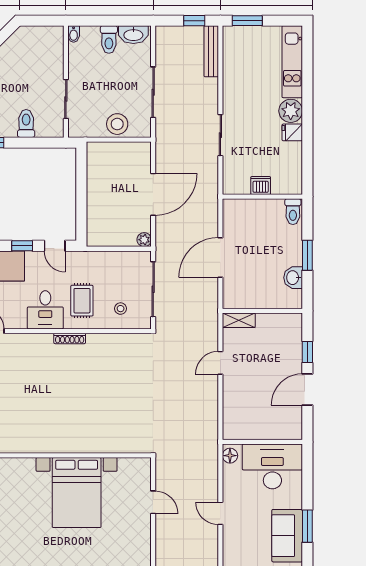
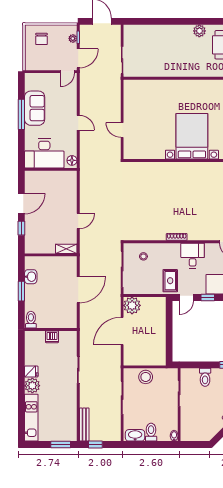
plant: (144, 240) -> (132, 305), width x1.88, depth x1.88
door: (55, 246) -> (187, 297), swing flipped
rug: (82, 301) -> (170, 281), moved
bed with nightstands: (77, 493) -> (192, 136), moved
window: (307, 526) -> (21, 114), width x1.44

